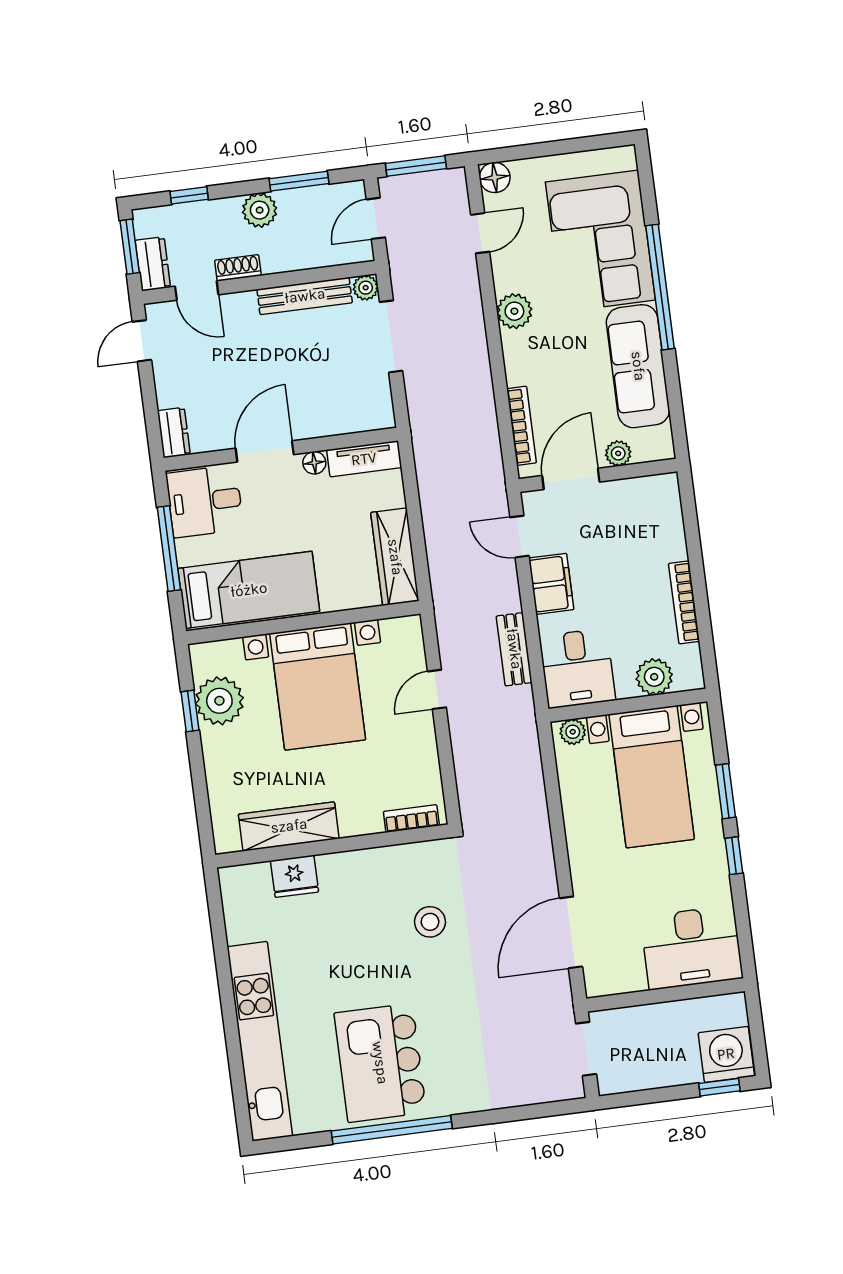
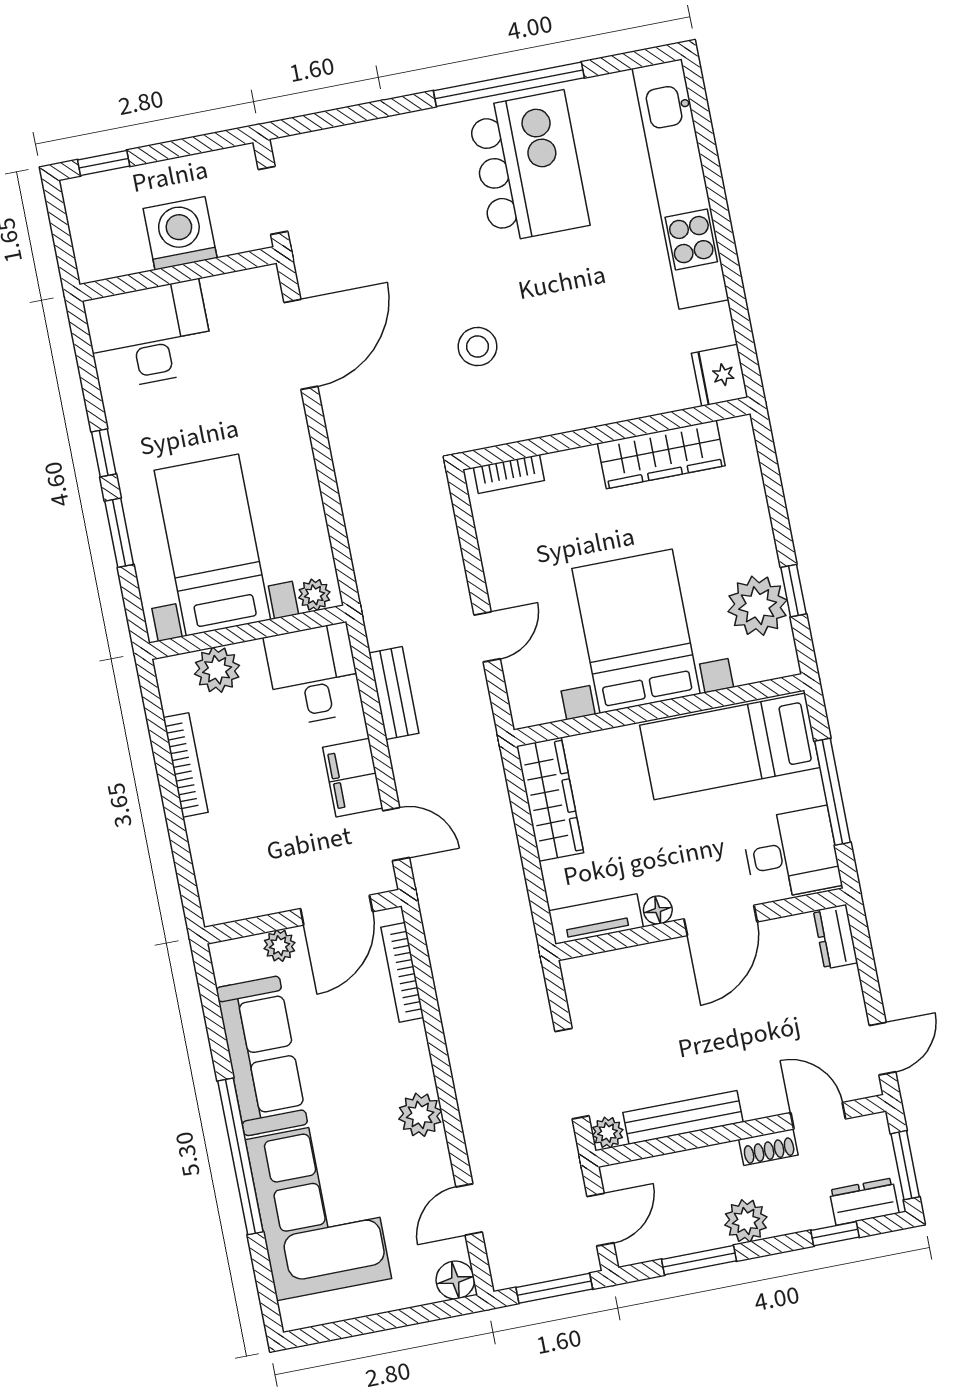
dresser: (153, 264) -> (864, 1202), moved, turned 90
fridge: (294, 876) -> (720, 375), moved, turned -90
washing machine: (726, 1054) -> (180, 233), moved, turned 180

